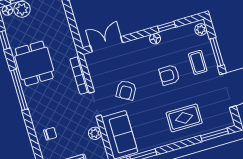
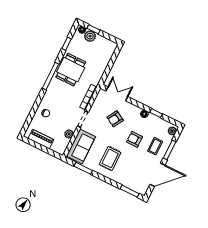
armchair: (126, 90) -> (115, 119), moved
rug: (184, 118) -> (110, 158), moved, turned 90

